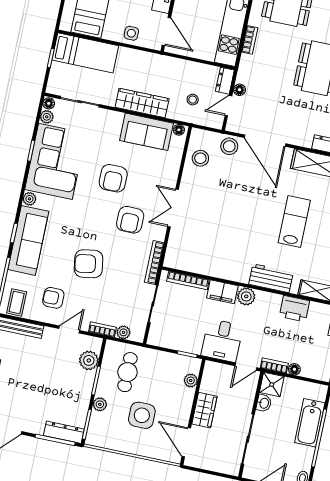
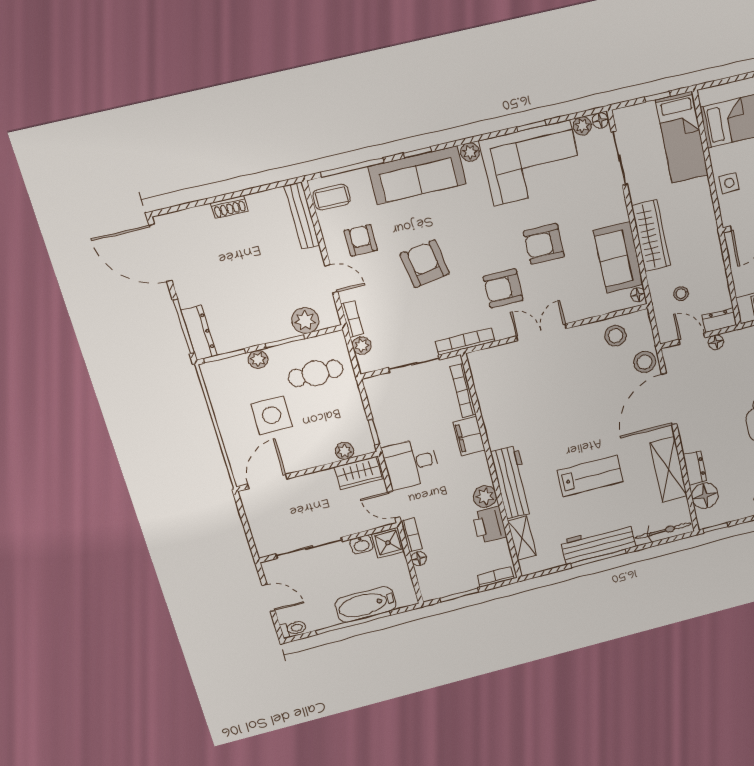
workbench: (271, 278) -> (512, 482), width x1.37
plant: (246, 296) -> (485, 496), moved
wardrobe: (204, 410) -> (358, 473), moved

